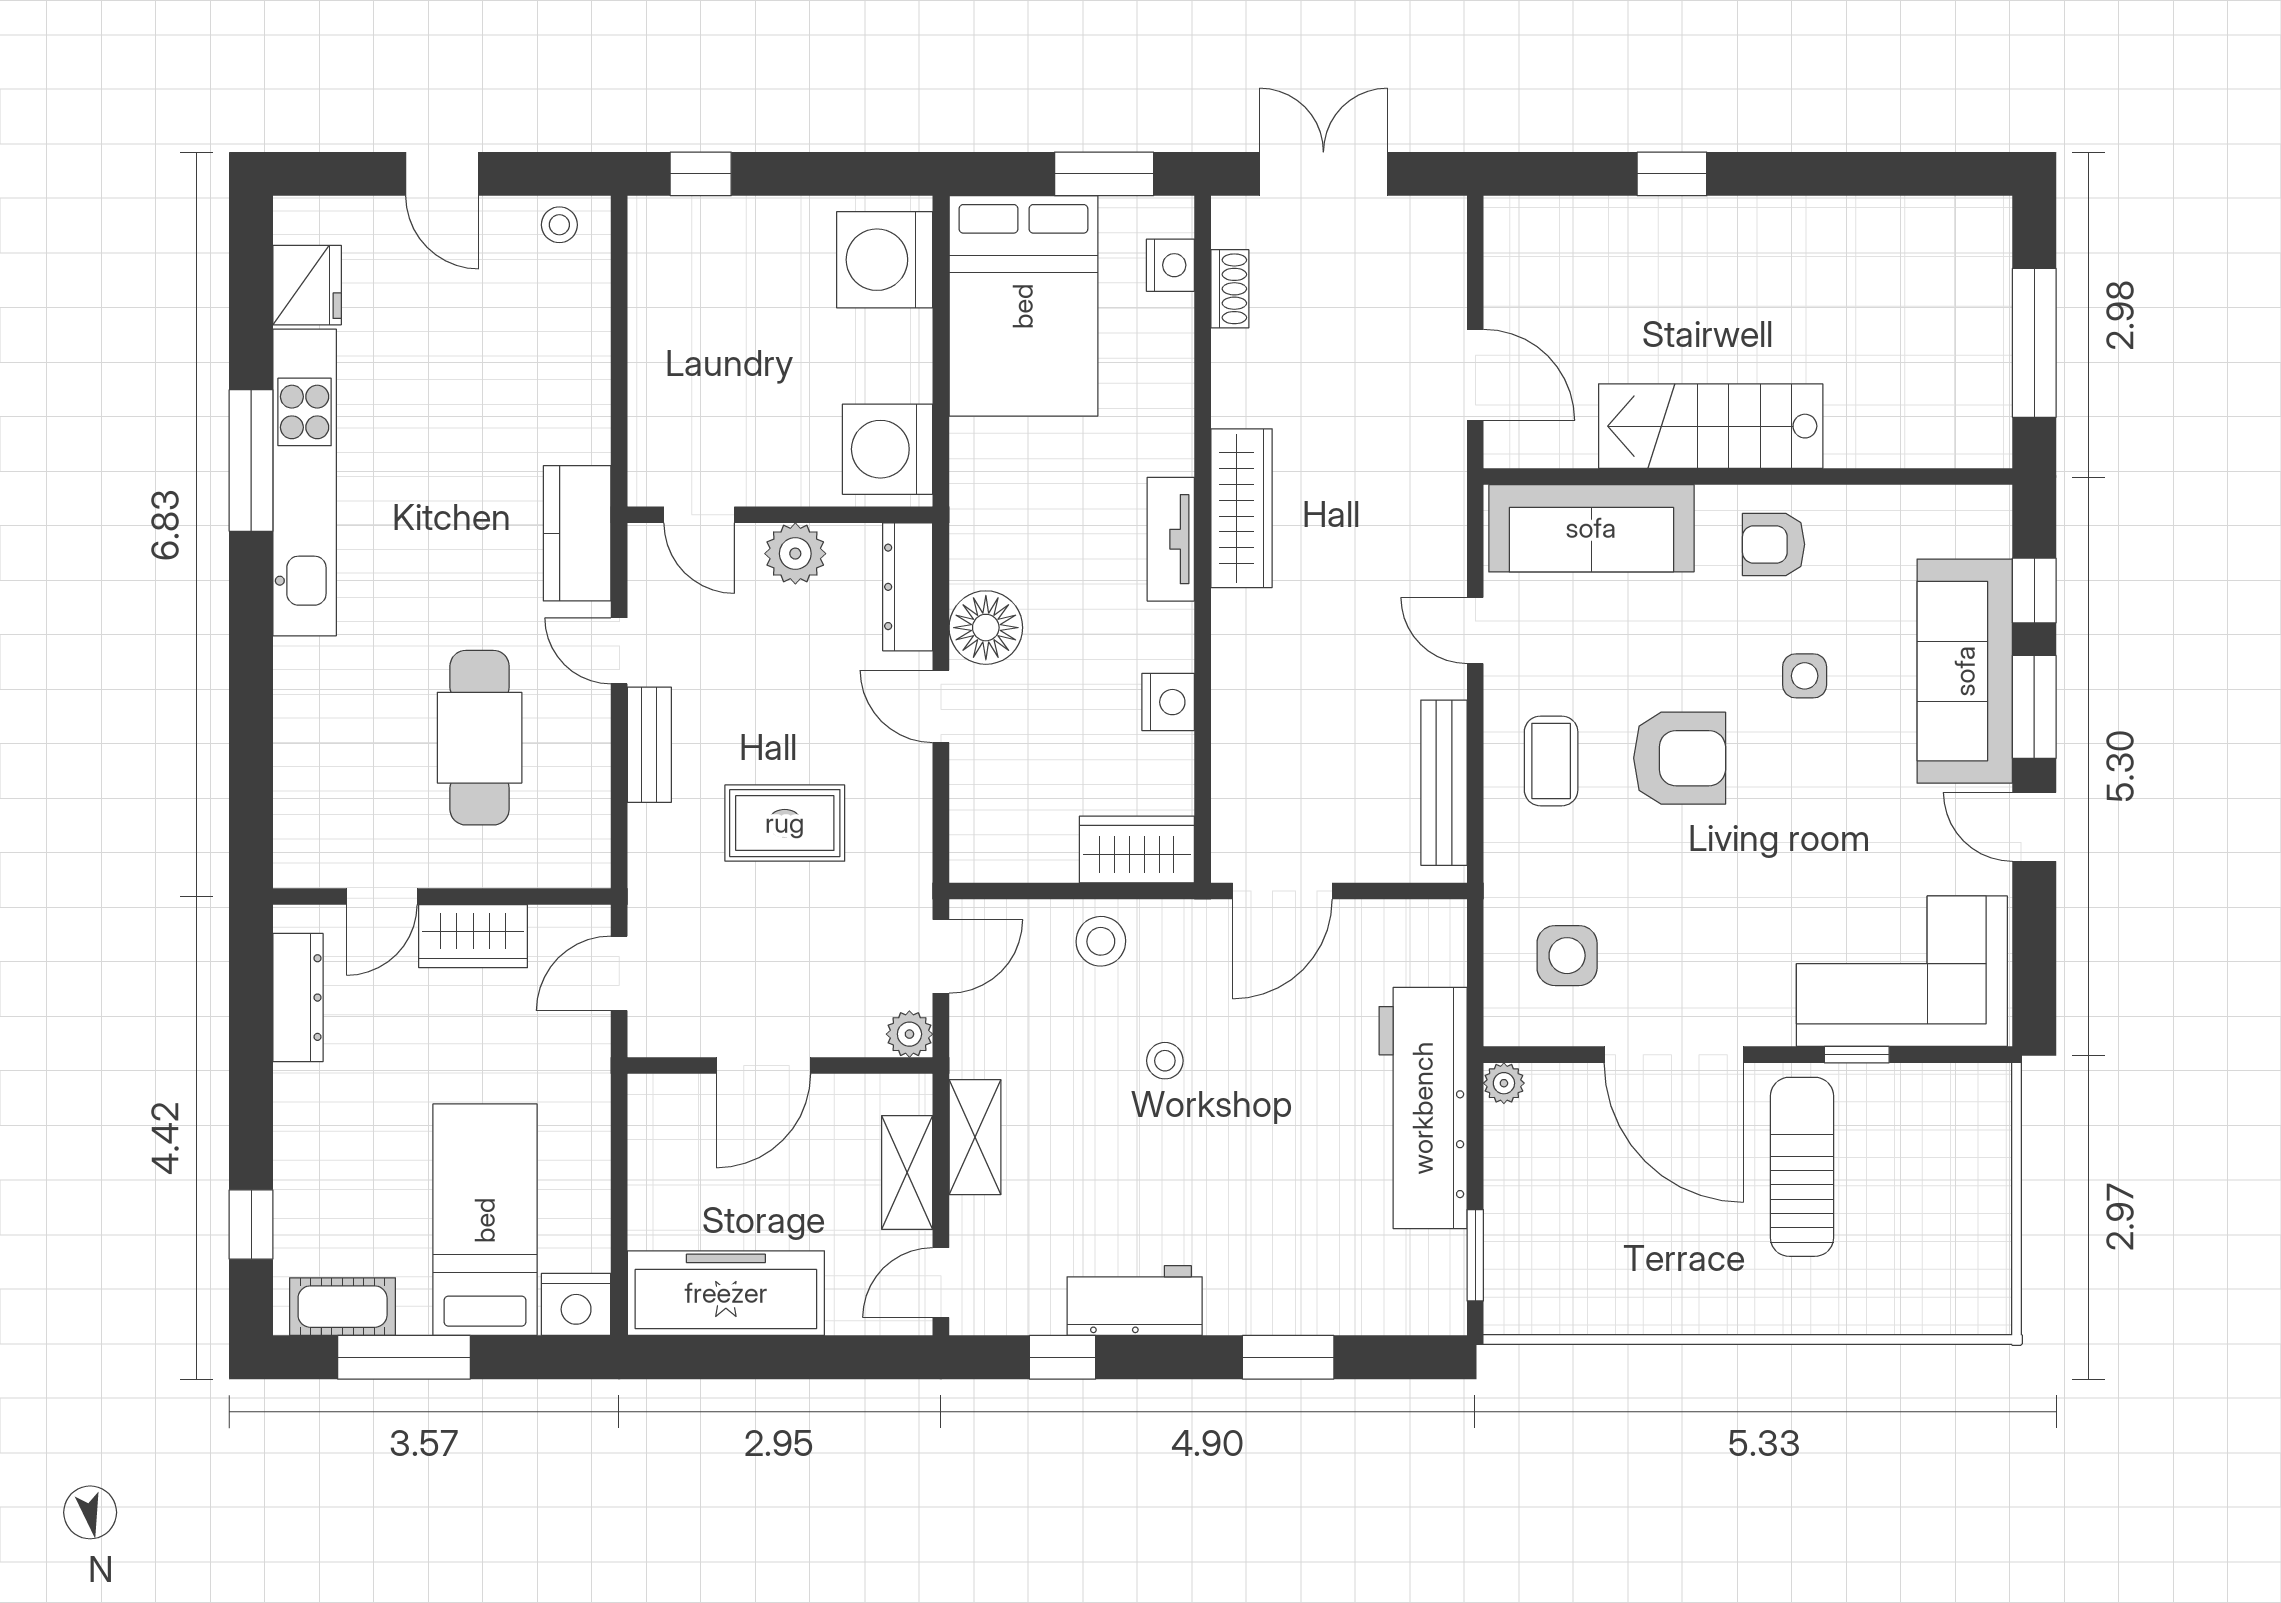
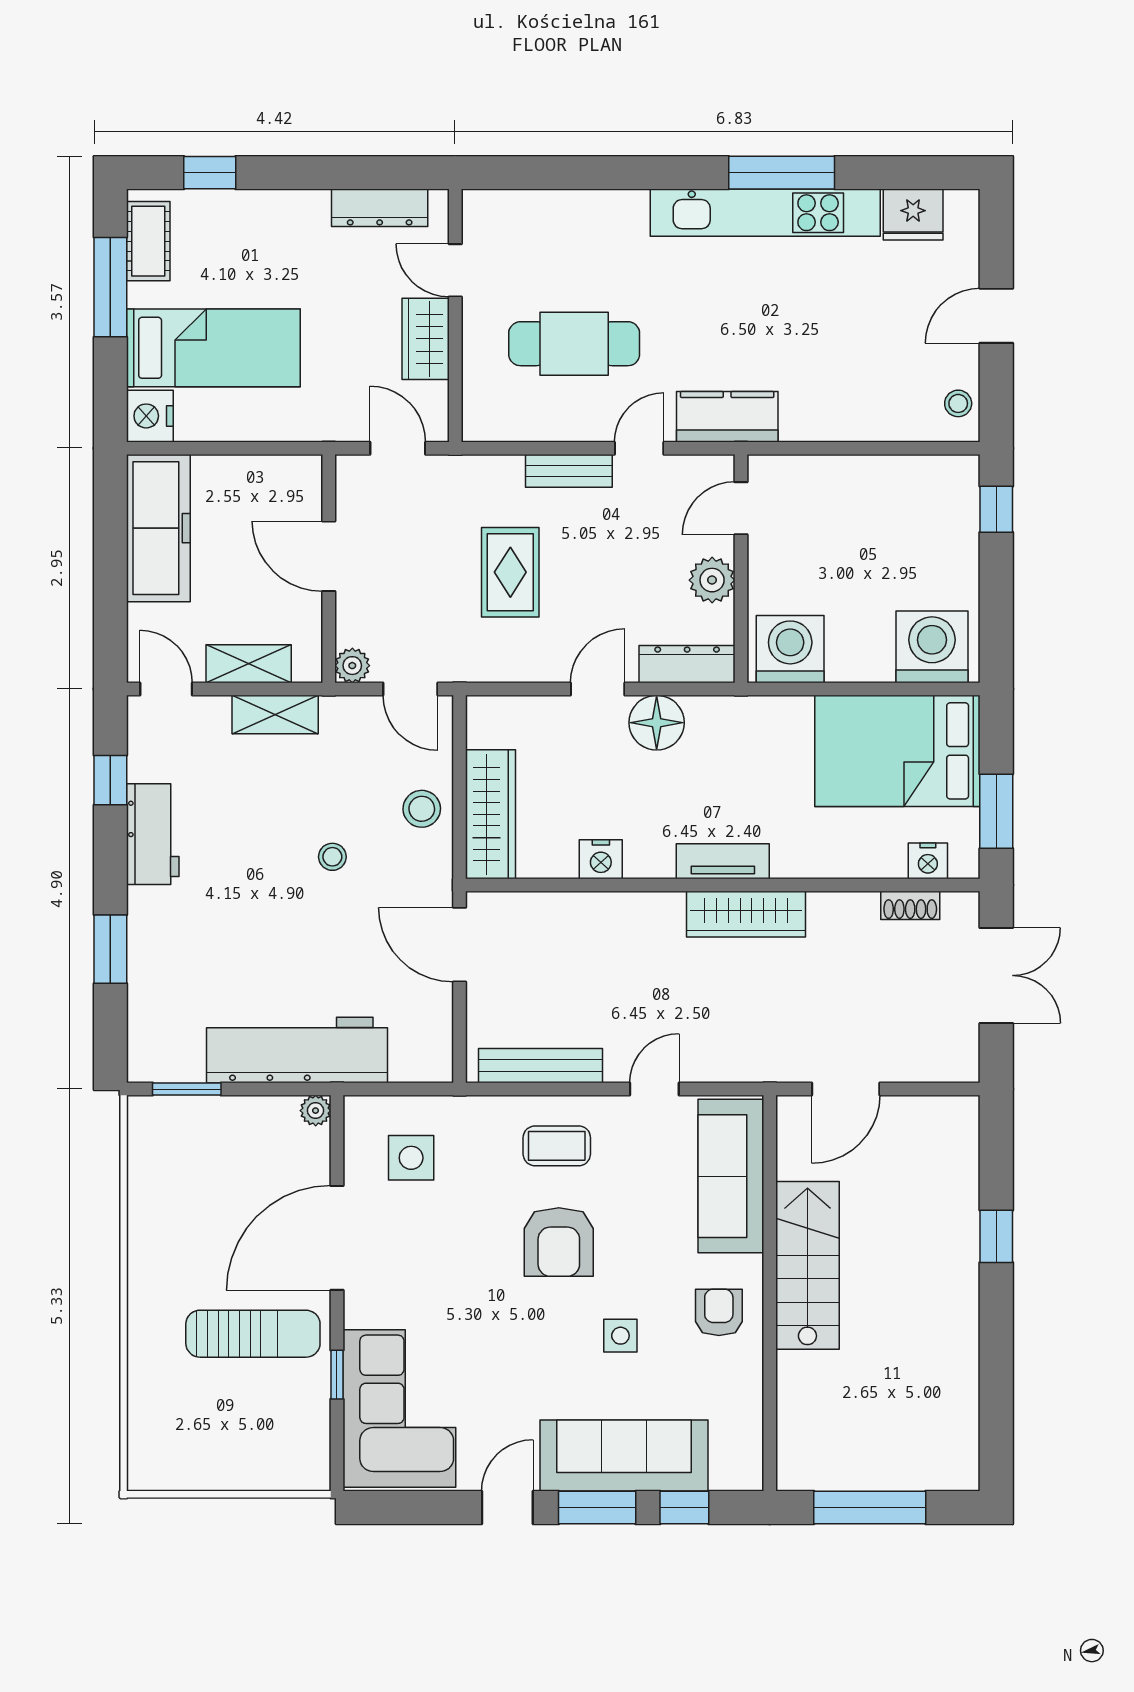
wardrobe: (1137, 849) -> (491, 814), width x1.50

